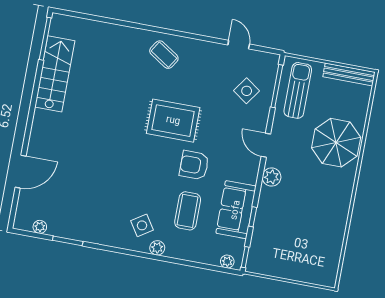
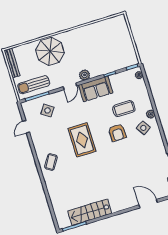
armchair: (194, 165) -> (117, 133), moved
sofa: (236, 210) -> (96, 89), moved

